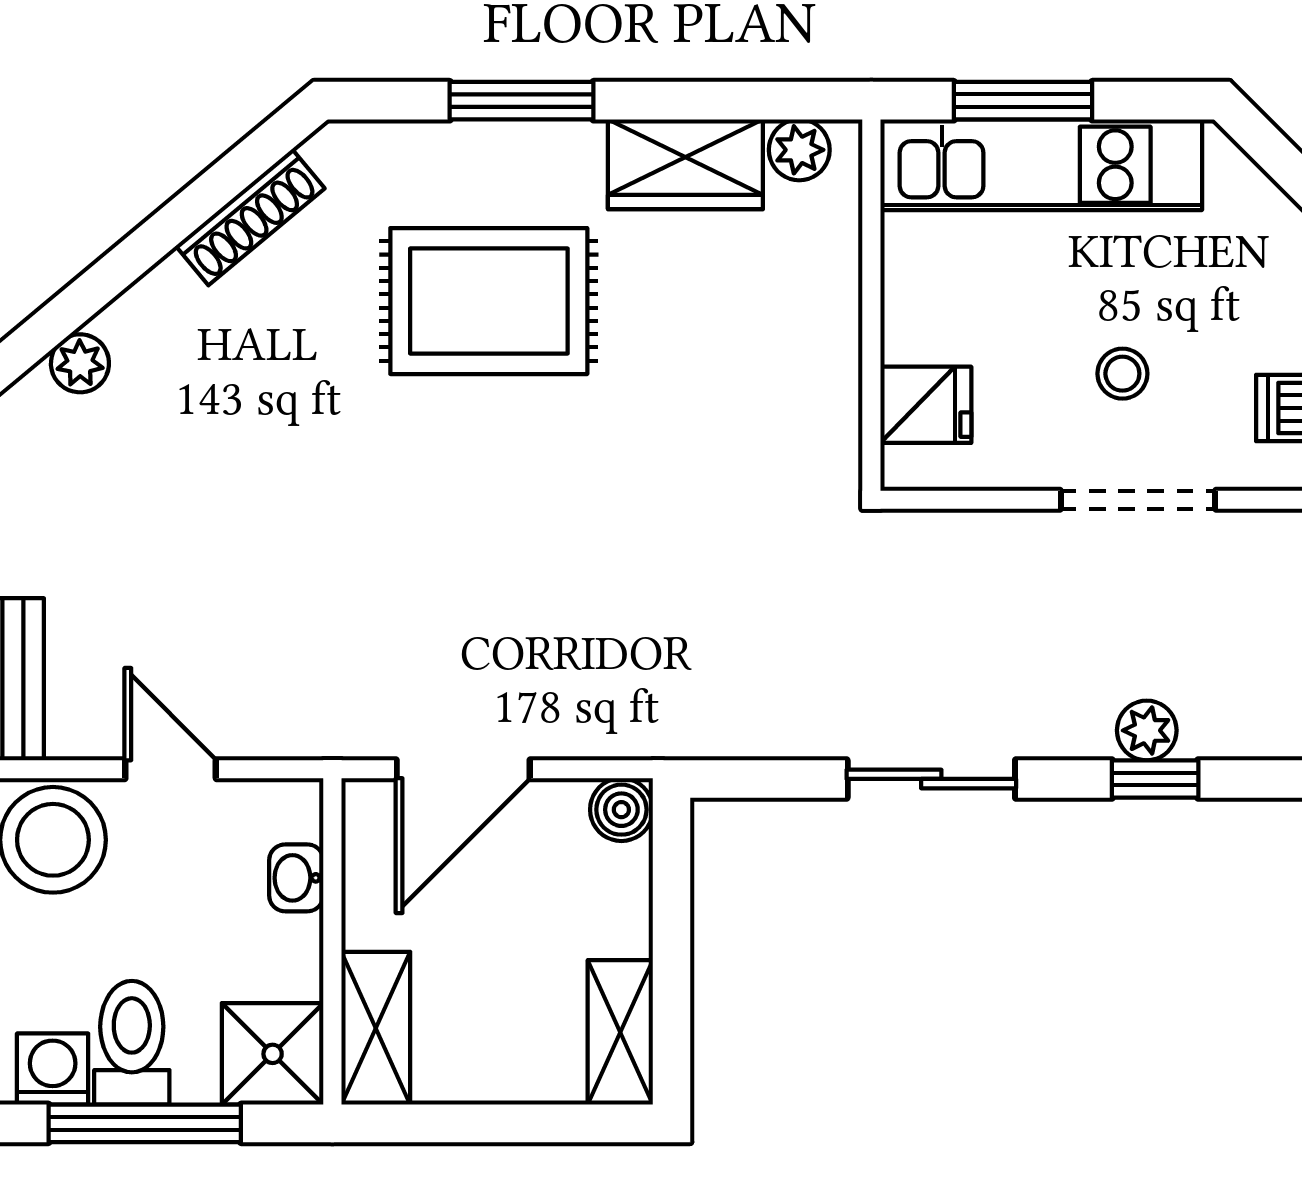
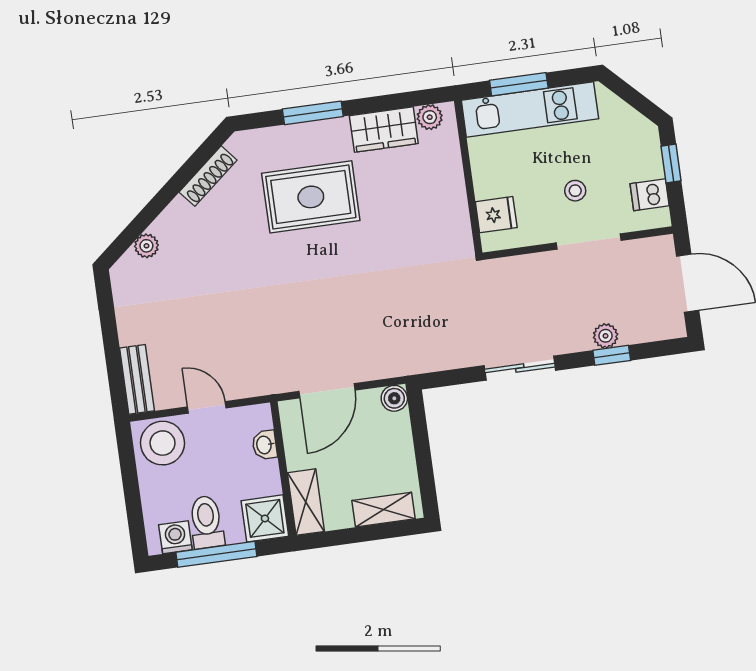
shelving: (620, 1032) -> (384, 510), moved, turned 90

